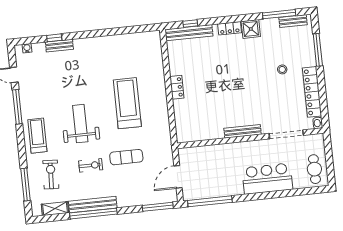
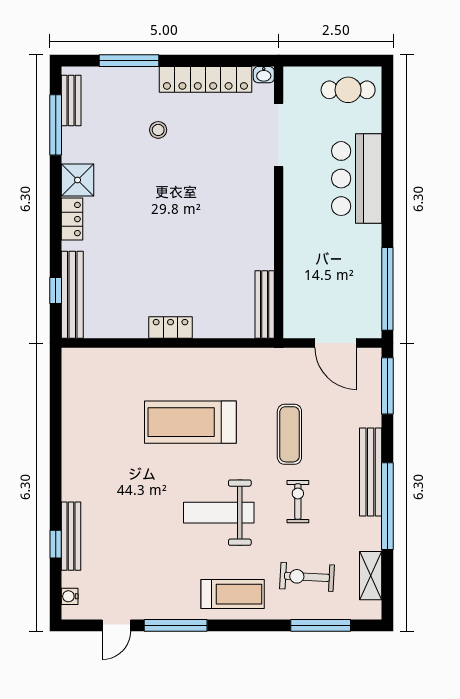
bench: (59, 46) -> (71, 536), width x1.36
bench: (243, 131) -> (265, 305), moved
treadmill: (37, 136) -> (233, 594), turned 180
bench: (93, 205) -> (371, 472), moved

